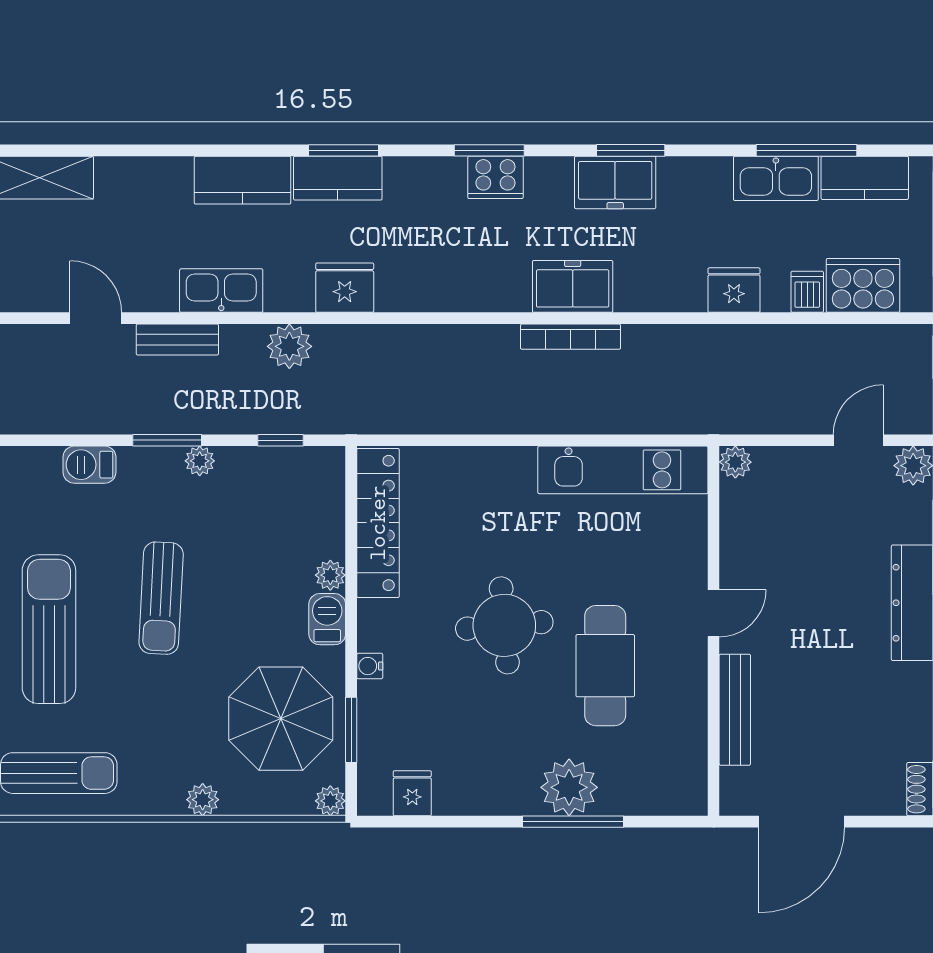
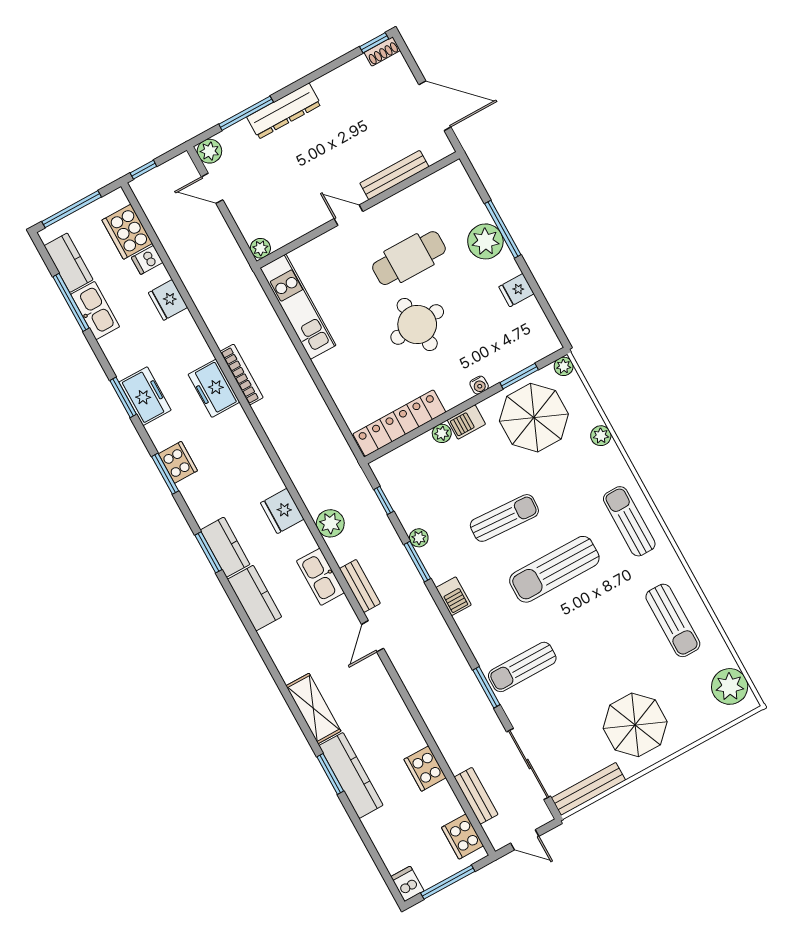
fridge: (412, 793) -> (516, 290), moved

